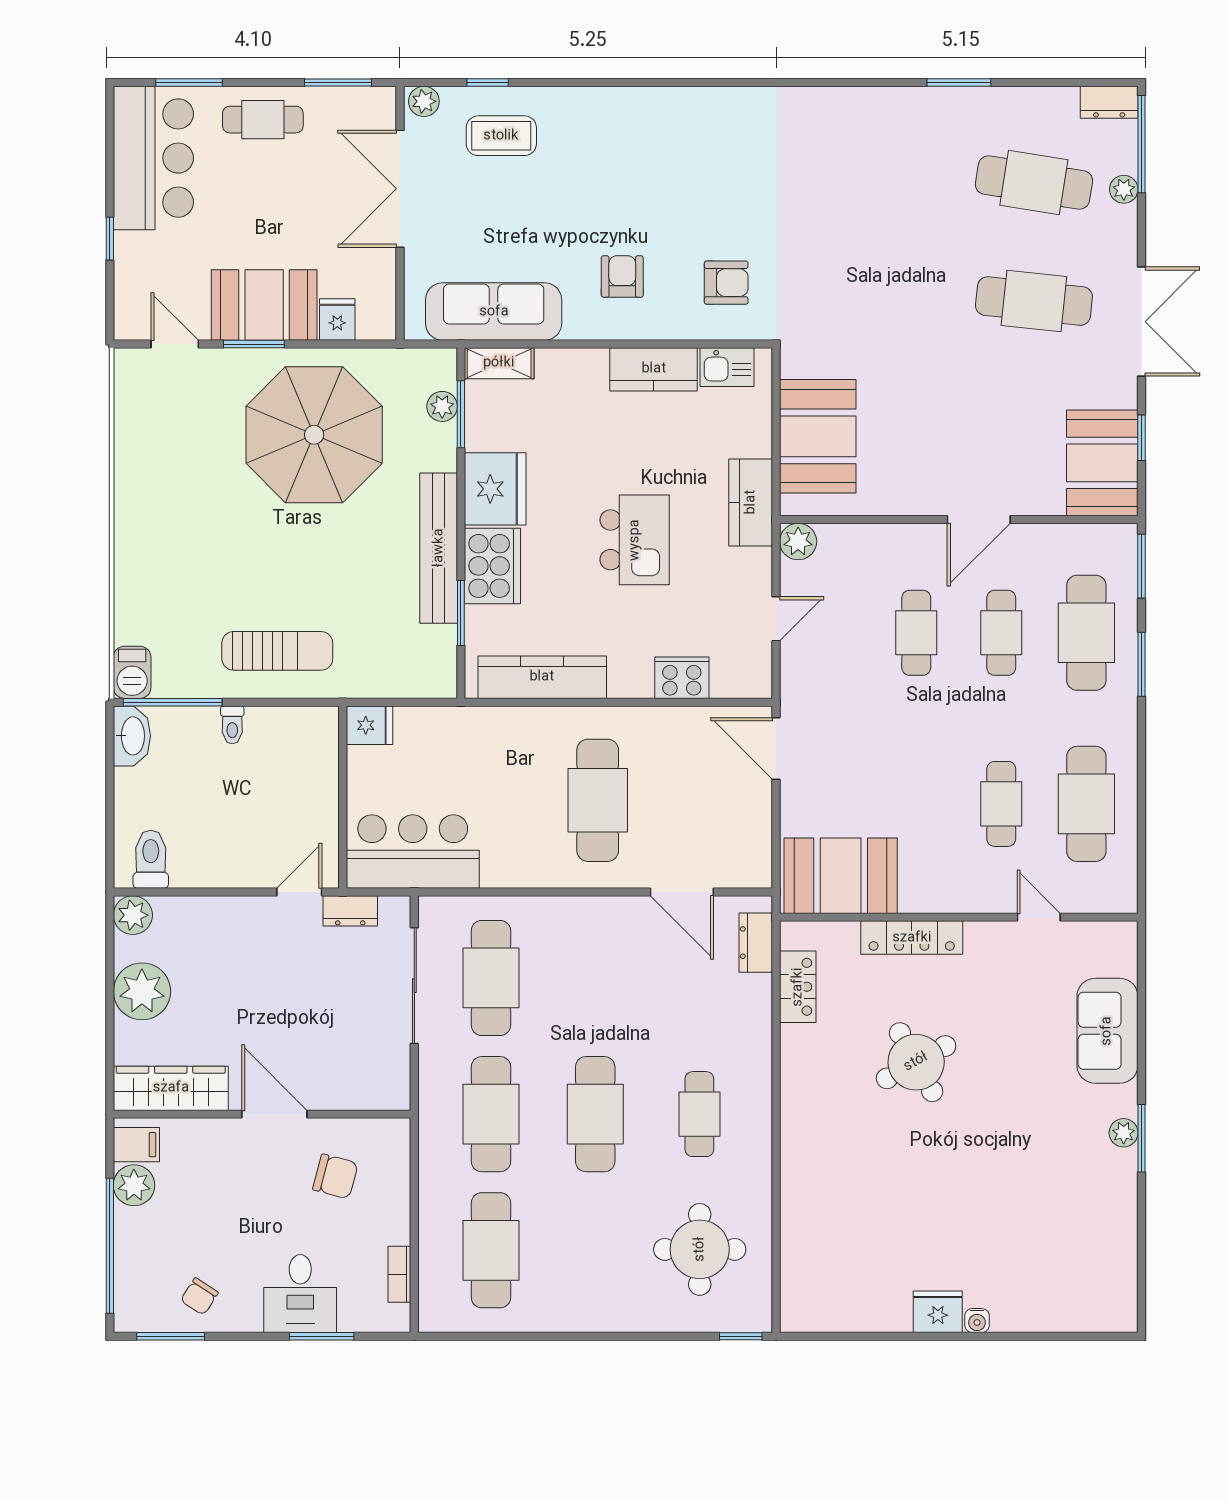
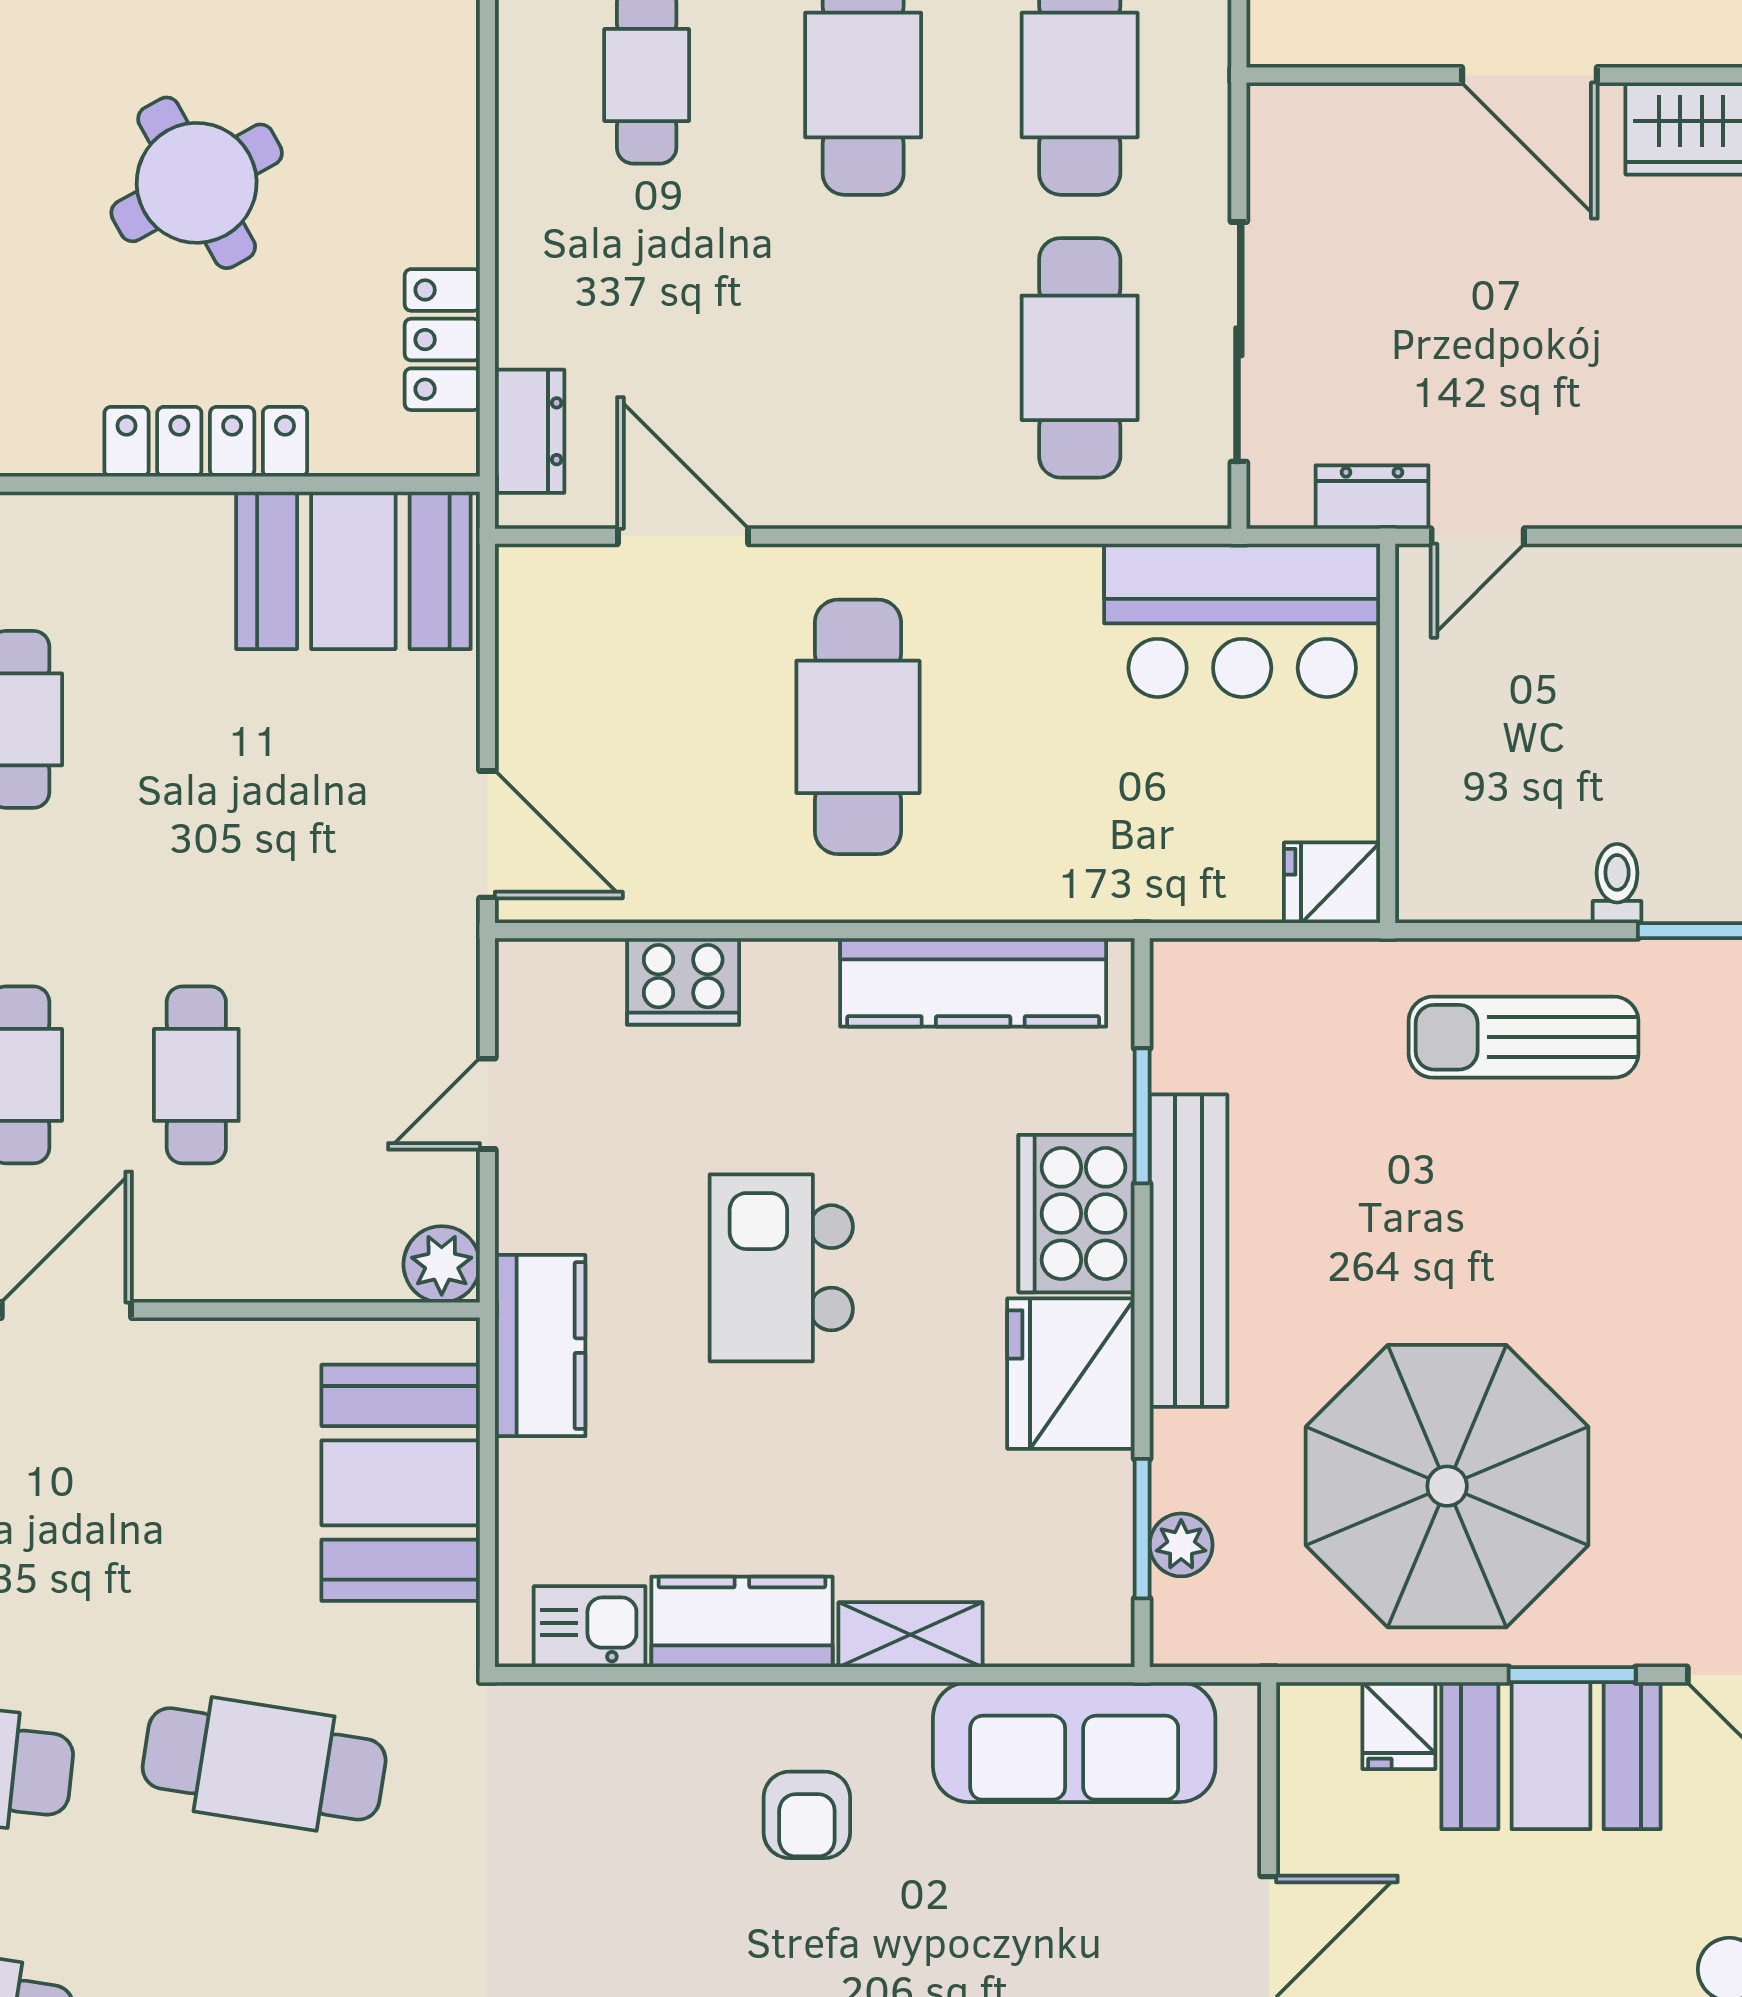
armchair: (726, 283) -> (591, 1802), removed
cafe table: (884, 301) -> (264, 1764), added
shelving: (499, 363) -> (911, 1635), moved

